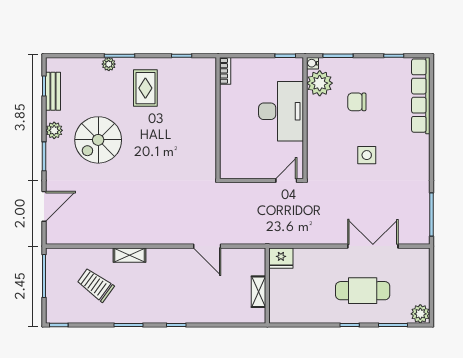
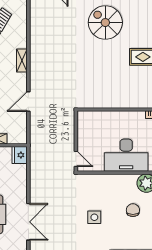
shelving: (129, 255) -> (22, 61), moved

